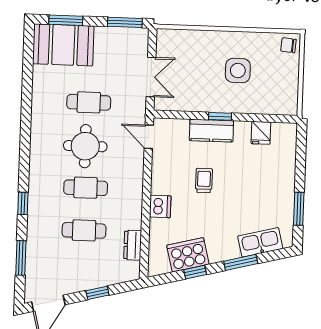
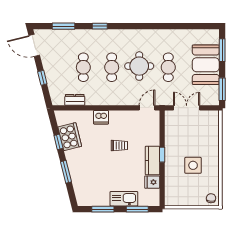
booth: (63, 45) -> (206, 65), moved
double door: (151, 77) -> (187, 108), swing flipped
kitchen counter: (211, 131) -> (153, 160), moved
window: (301, 157) -> (137, 209), added
kitchen sink: (260, 242) -> (124, 199), moved, turned -76

